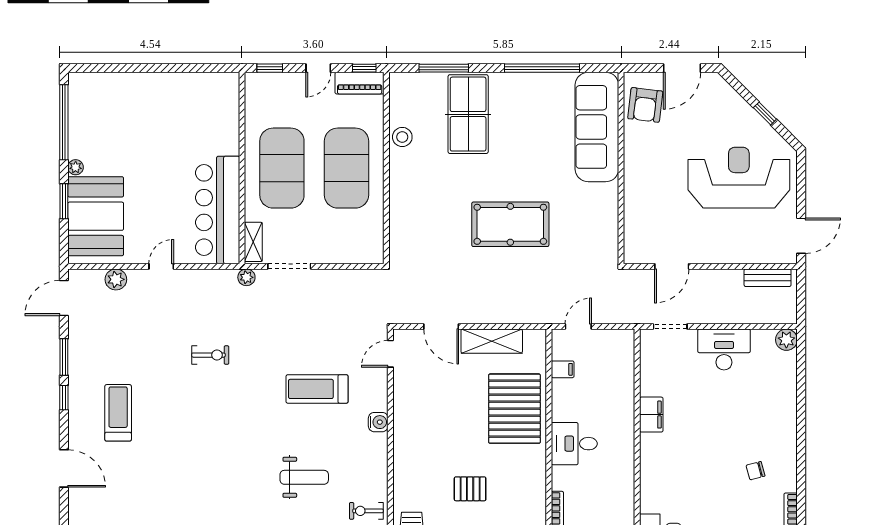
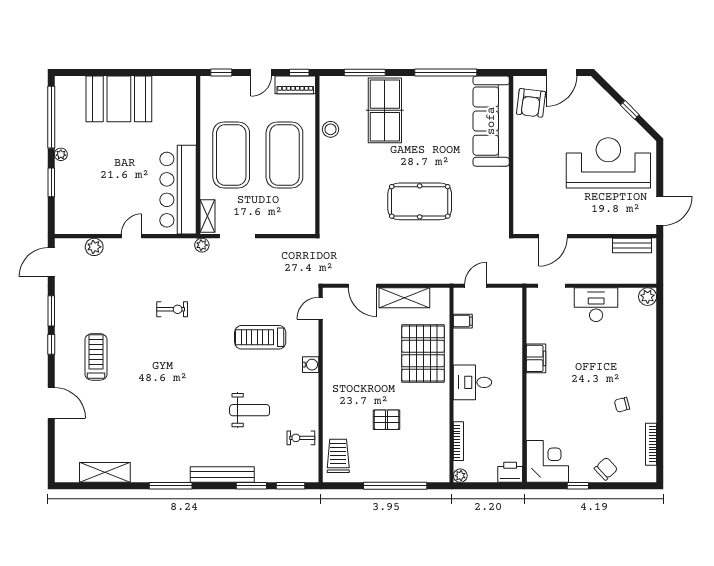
booth: (96, 216) -> (119, 99), moved, turned 90

